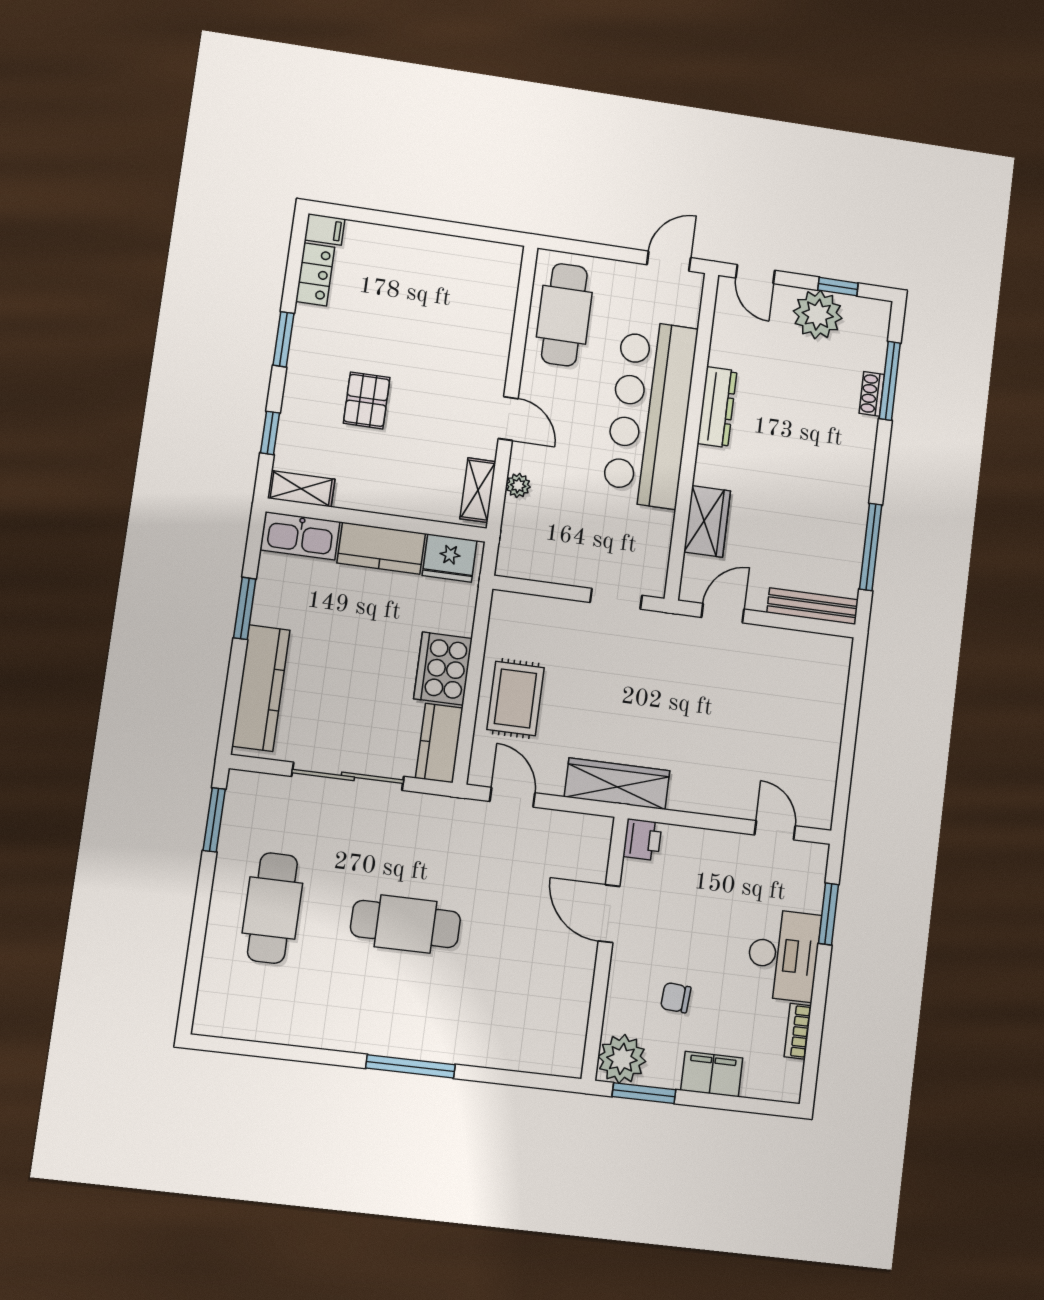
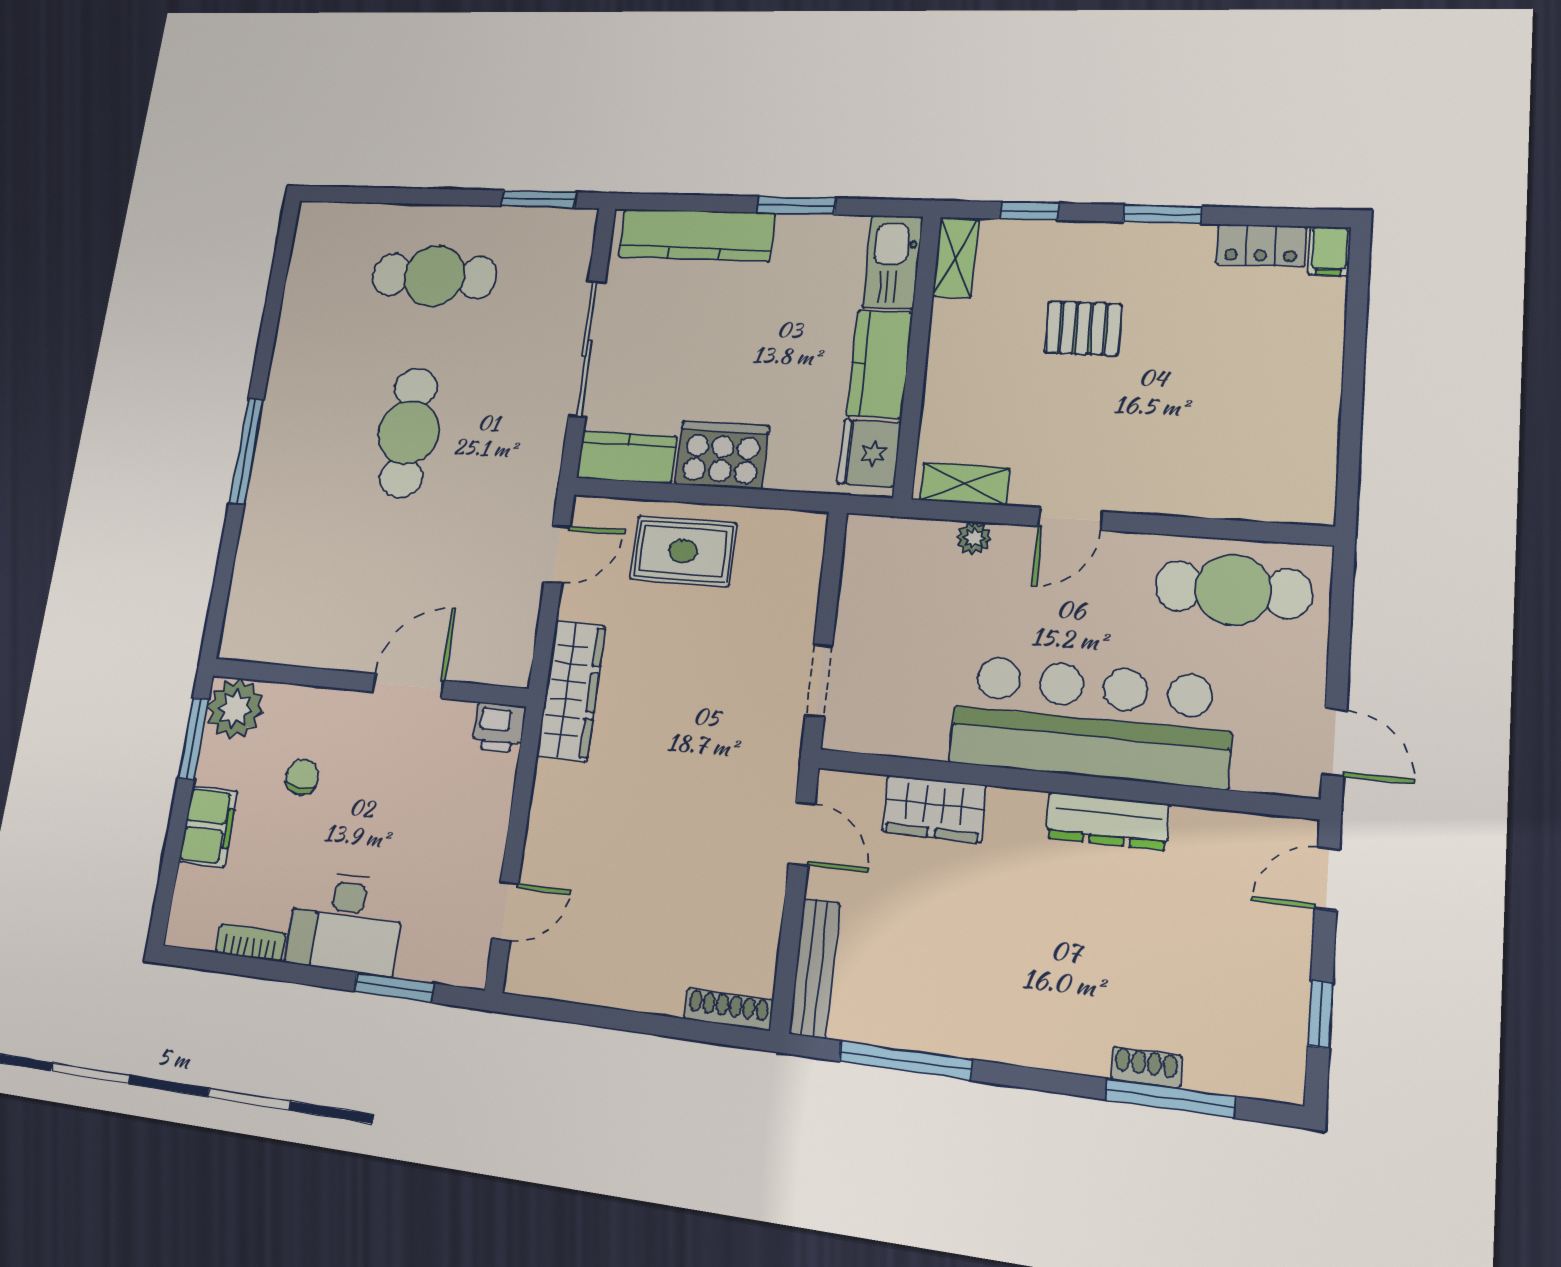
plant: (818, 315) -> (1270, 980), removed
shoe rack: (840, 666) -> (728, 1010), added

